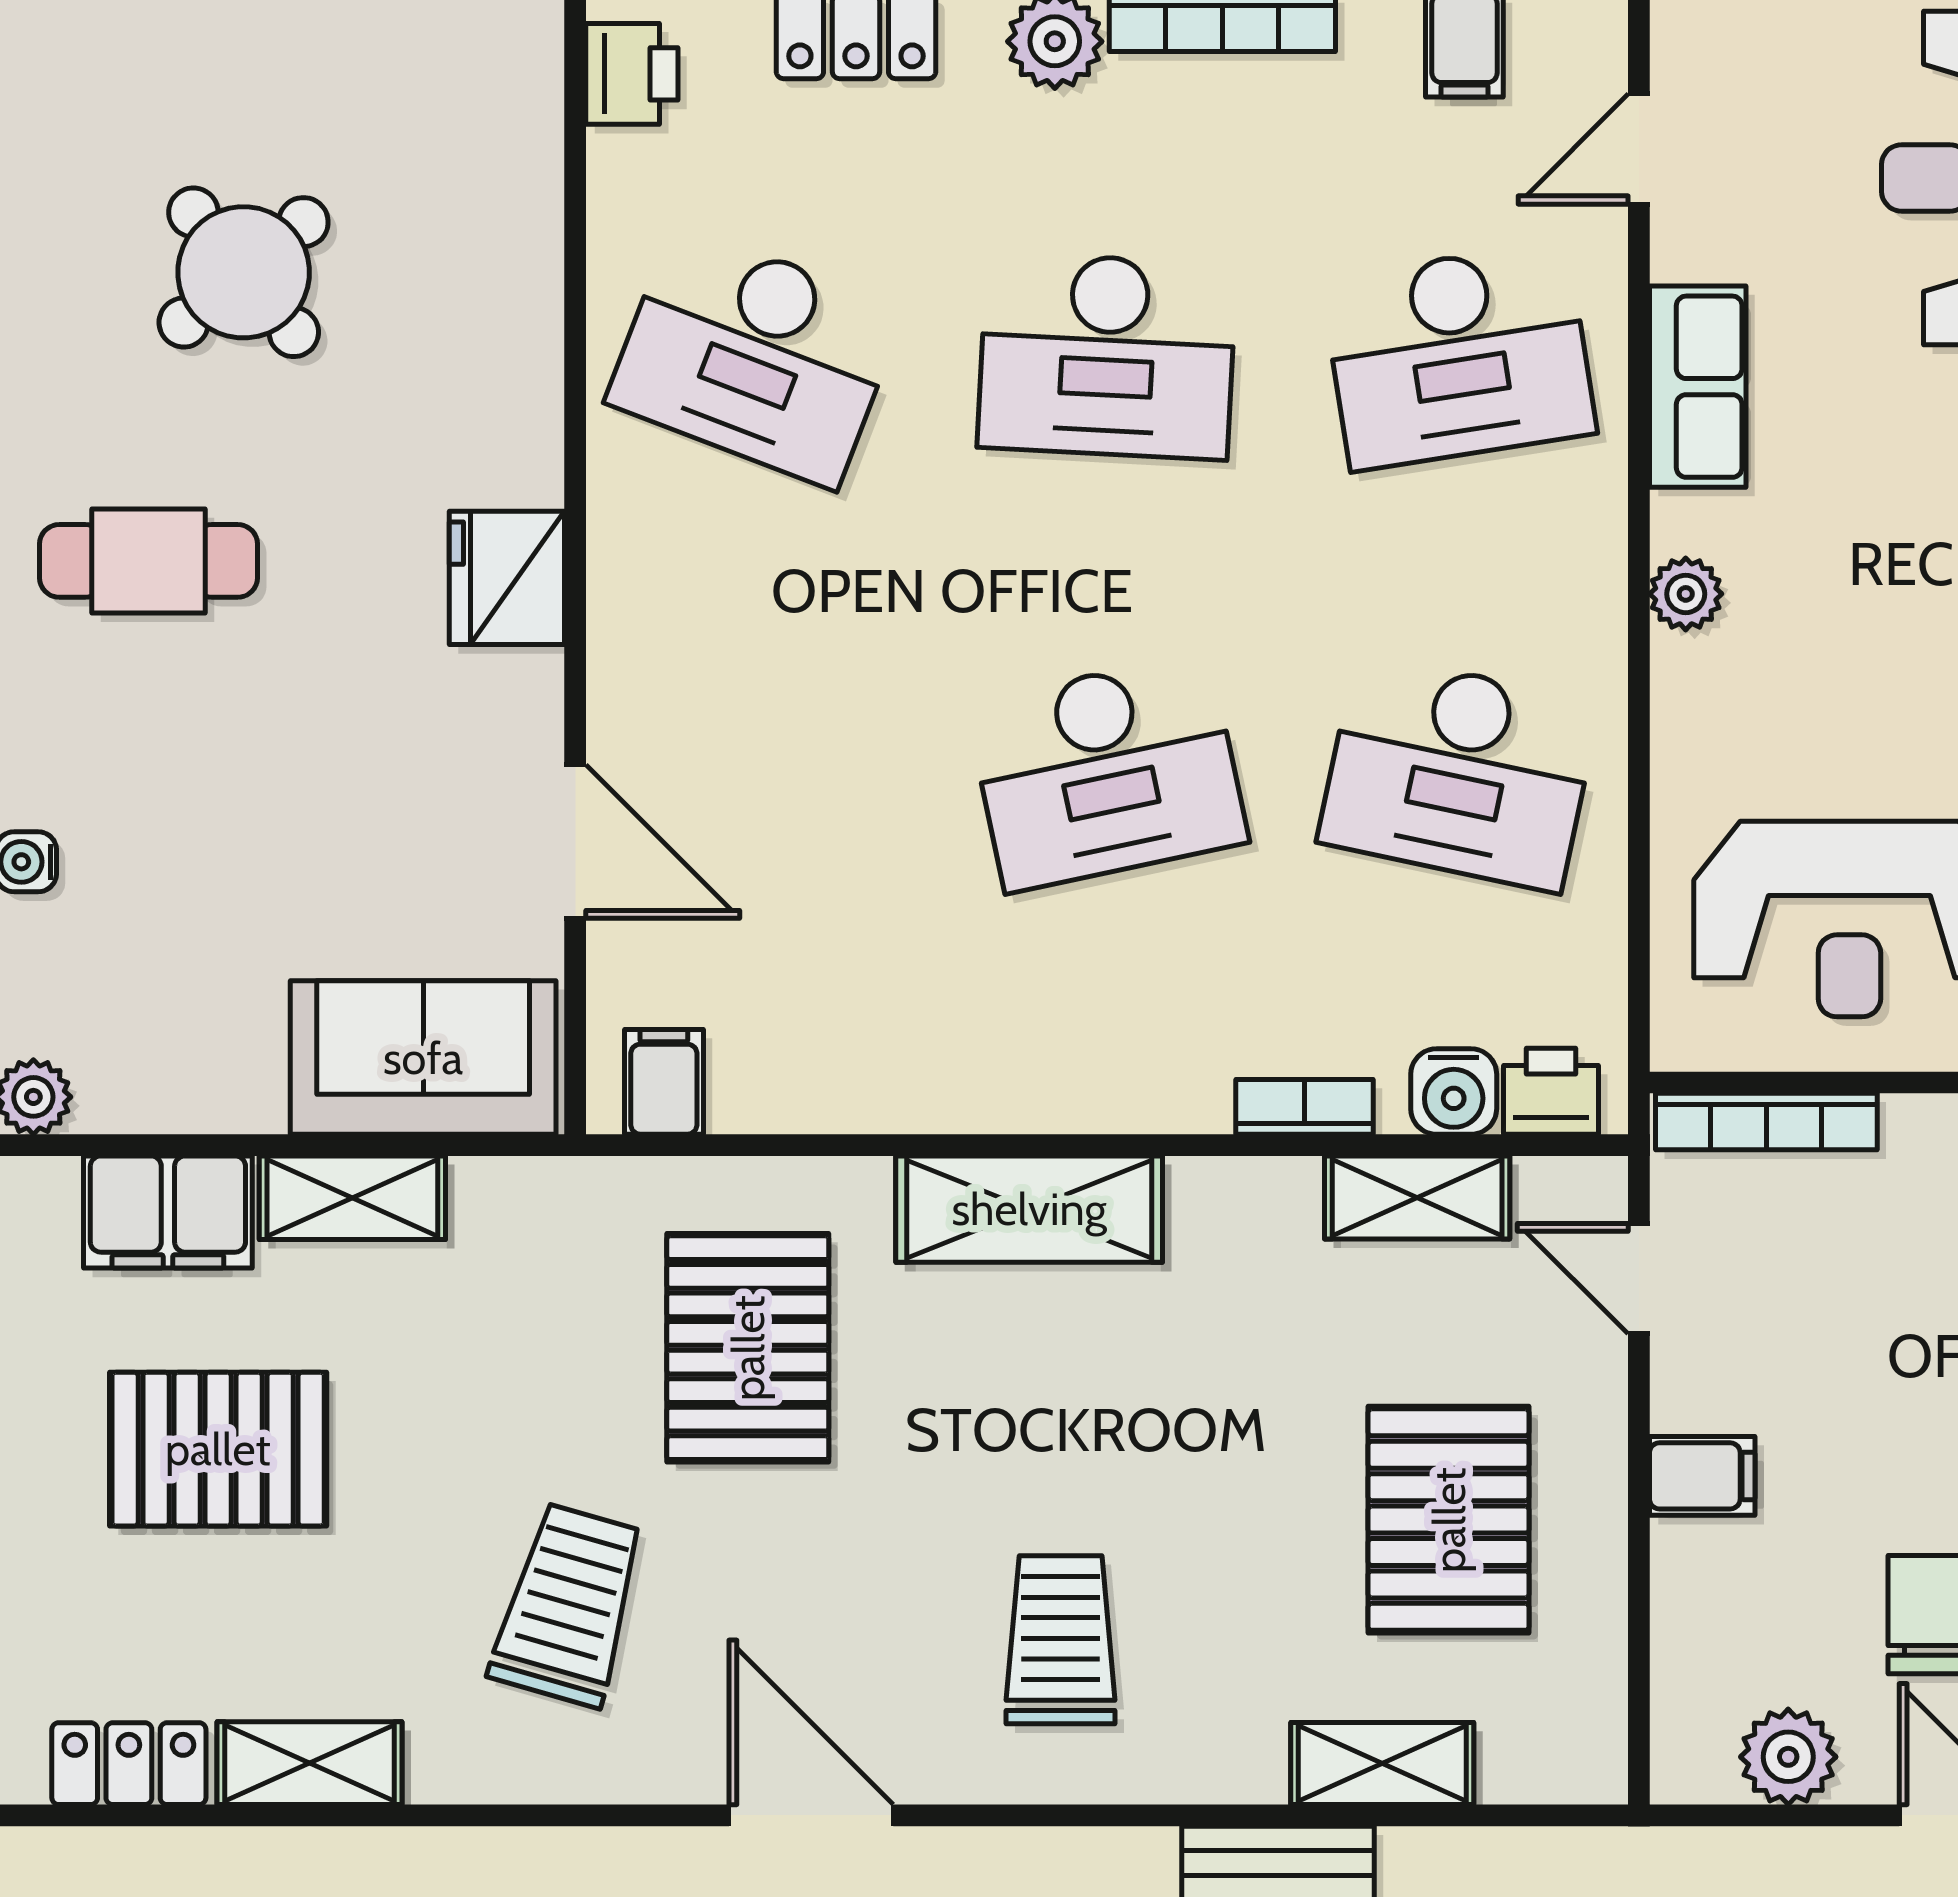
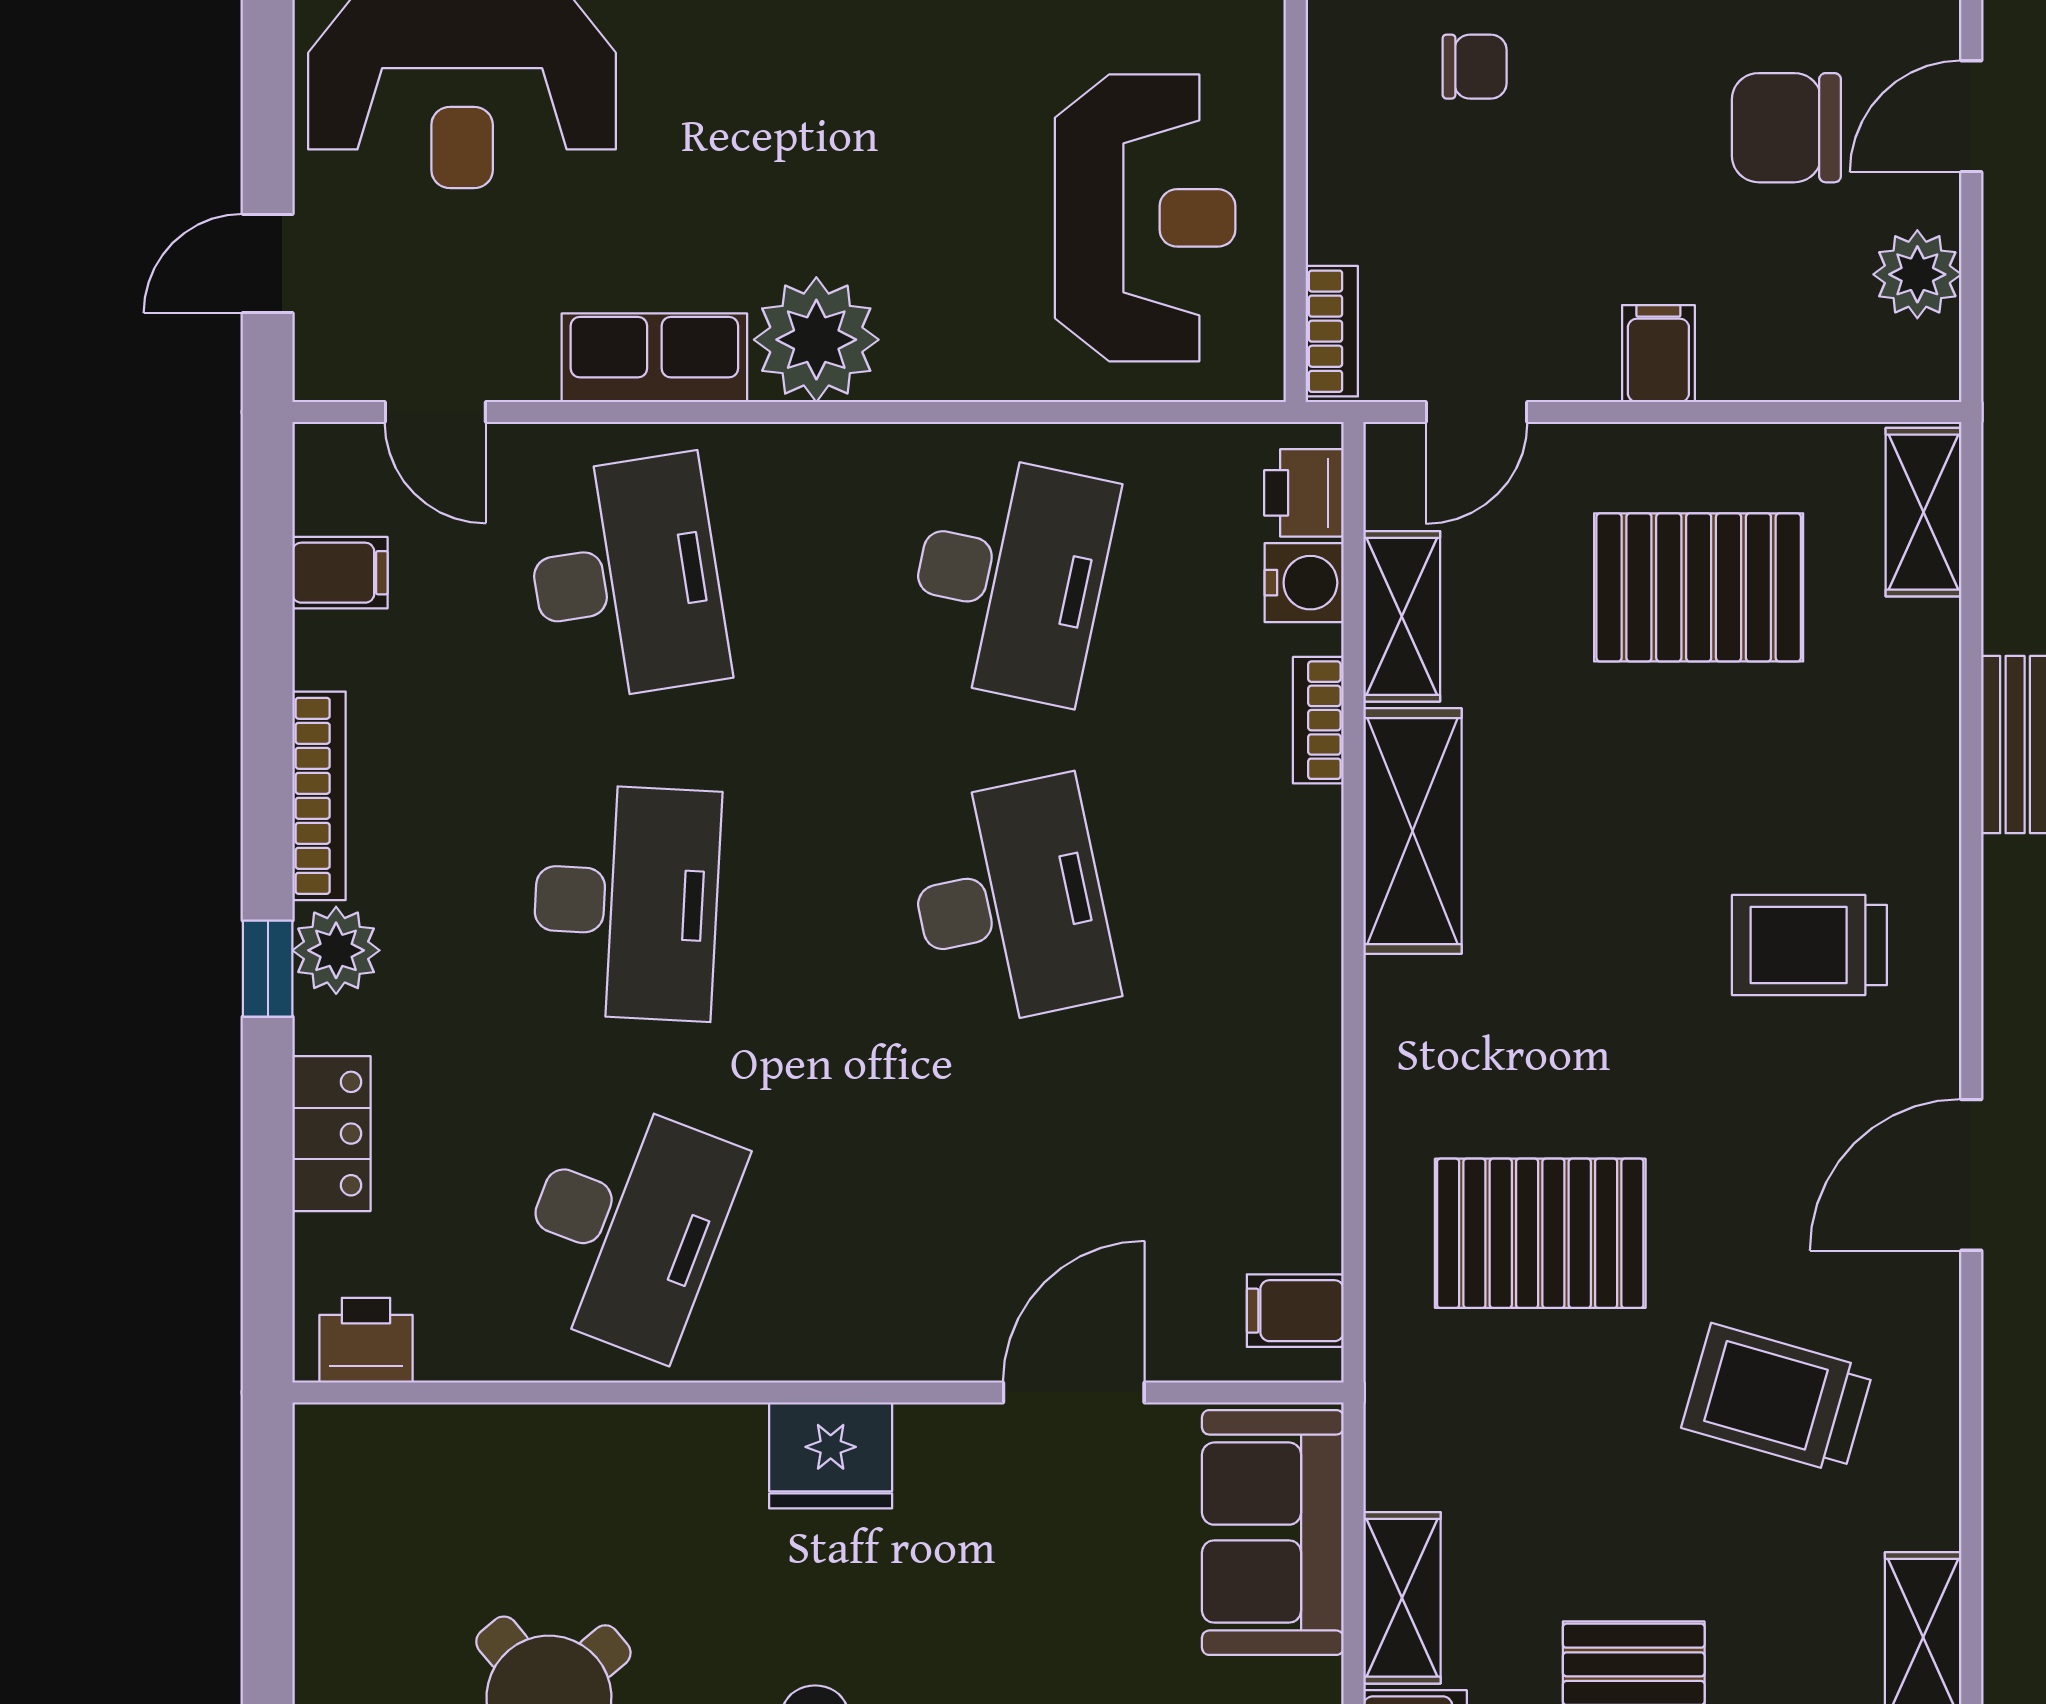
plant: (1686, 594) -> (816, 340), width x1.88, depth x1.88
bookcase: (1766, 1122) -> (1332, 331), width x0.64
shelving: (1029, 1209) -> (1412, 831), moved
shelving: (1382, 1764) -> (1924, 512), moved

